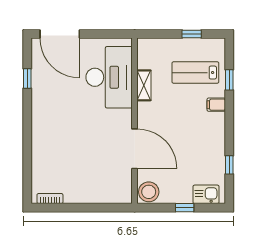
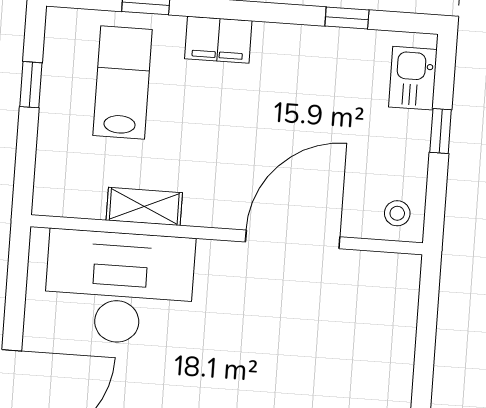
lab bench: (195, 73) -> (123, 83), turned 180
filing cabinet: (216, 105) -> (218, 40), width x2.00
stool: (149, 192) -> (397, 213), width x0.53, depth x0.53

